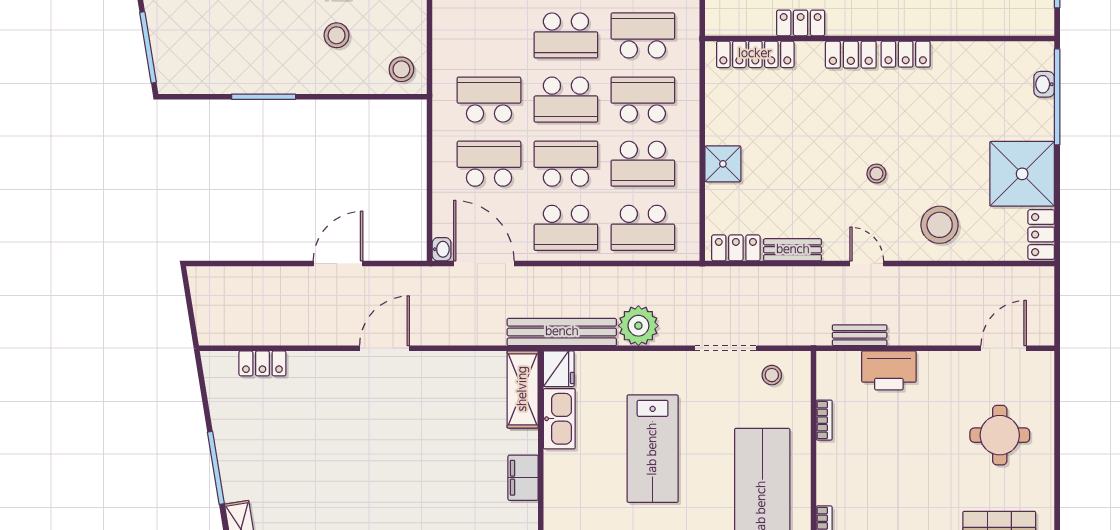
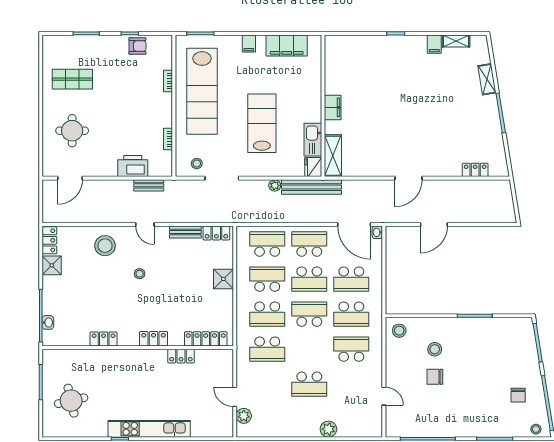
school desk: (566, 35) -> (351, 349), moved
locker: (906, 54) -> (104, 339), moved
shower: (1022, 174) -> (52, 265), width x0.54, depth x0.54
plant: (638, 326) -> (275, 185), width x0.53, depth x0.53

